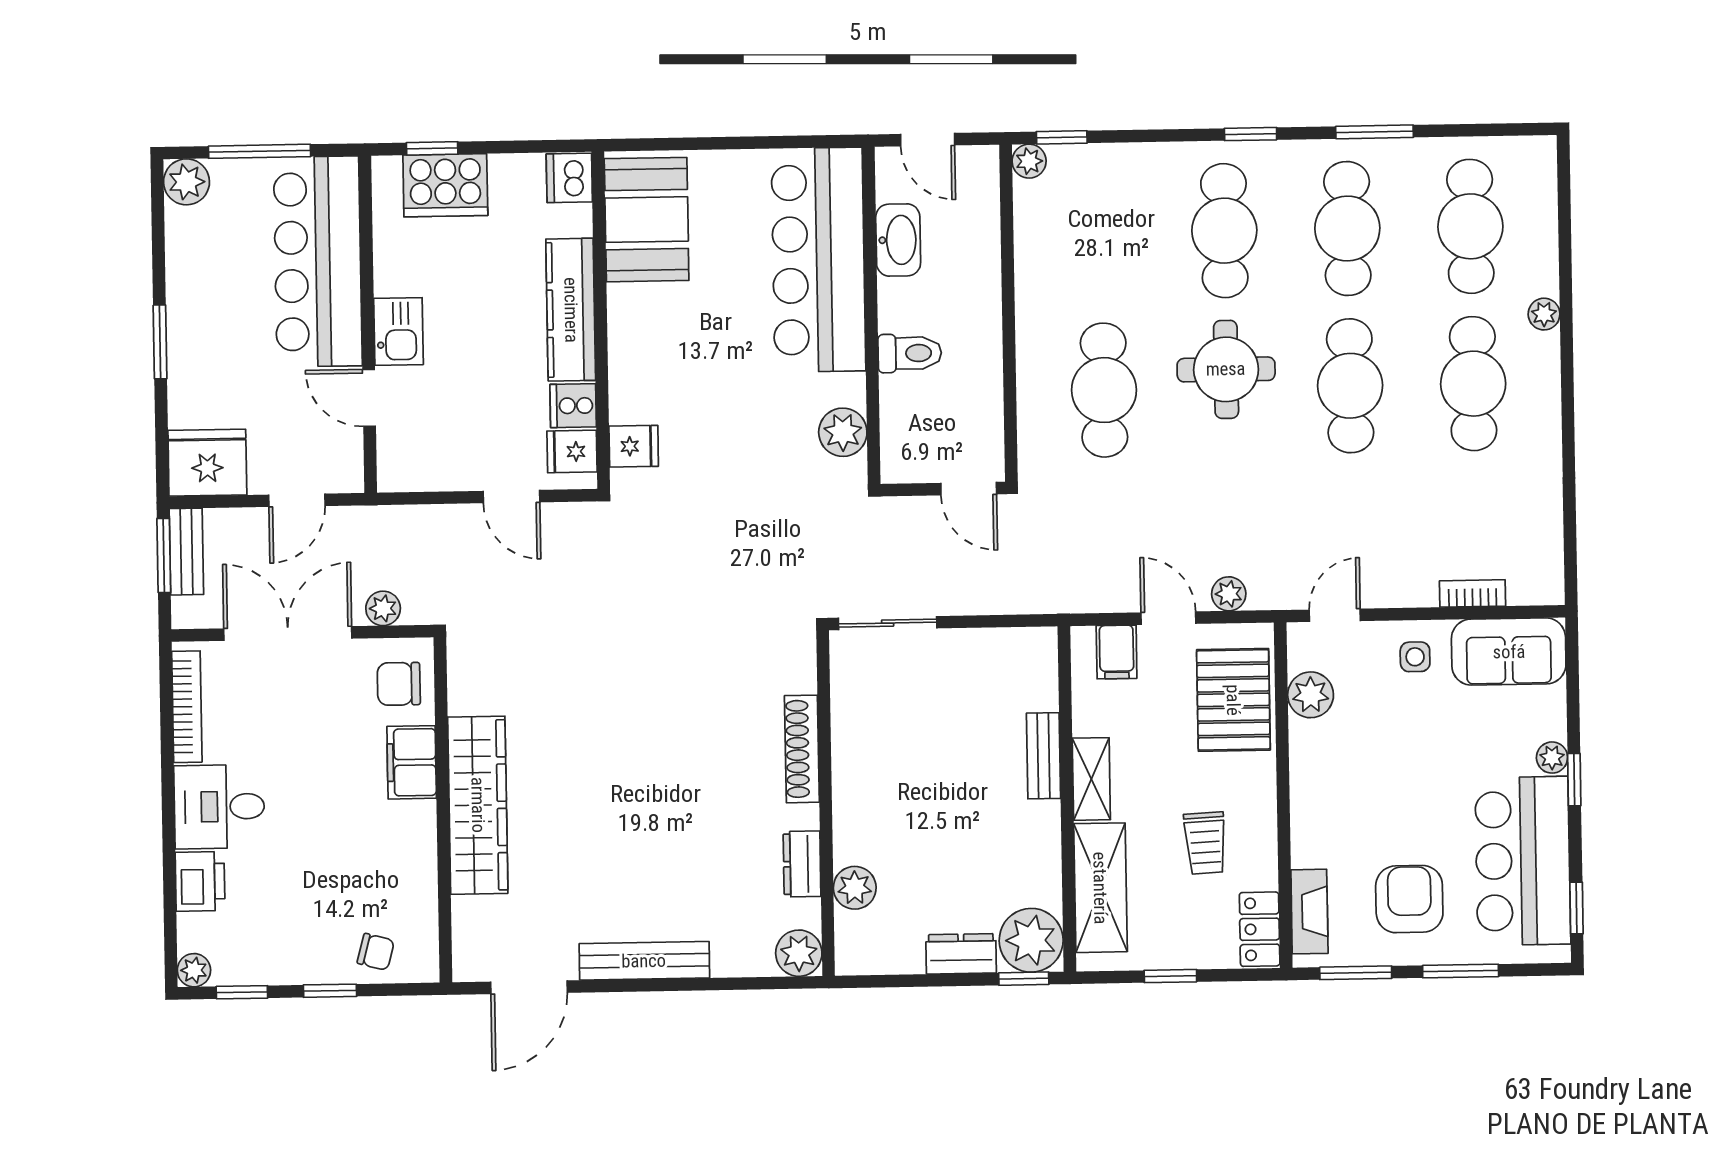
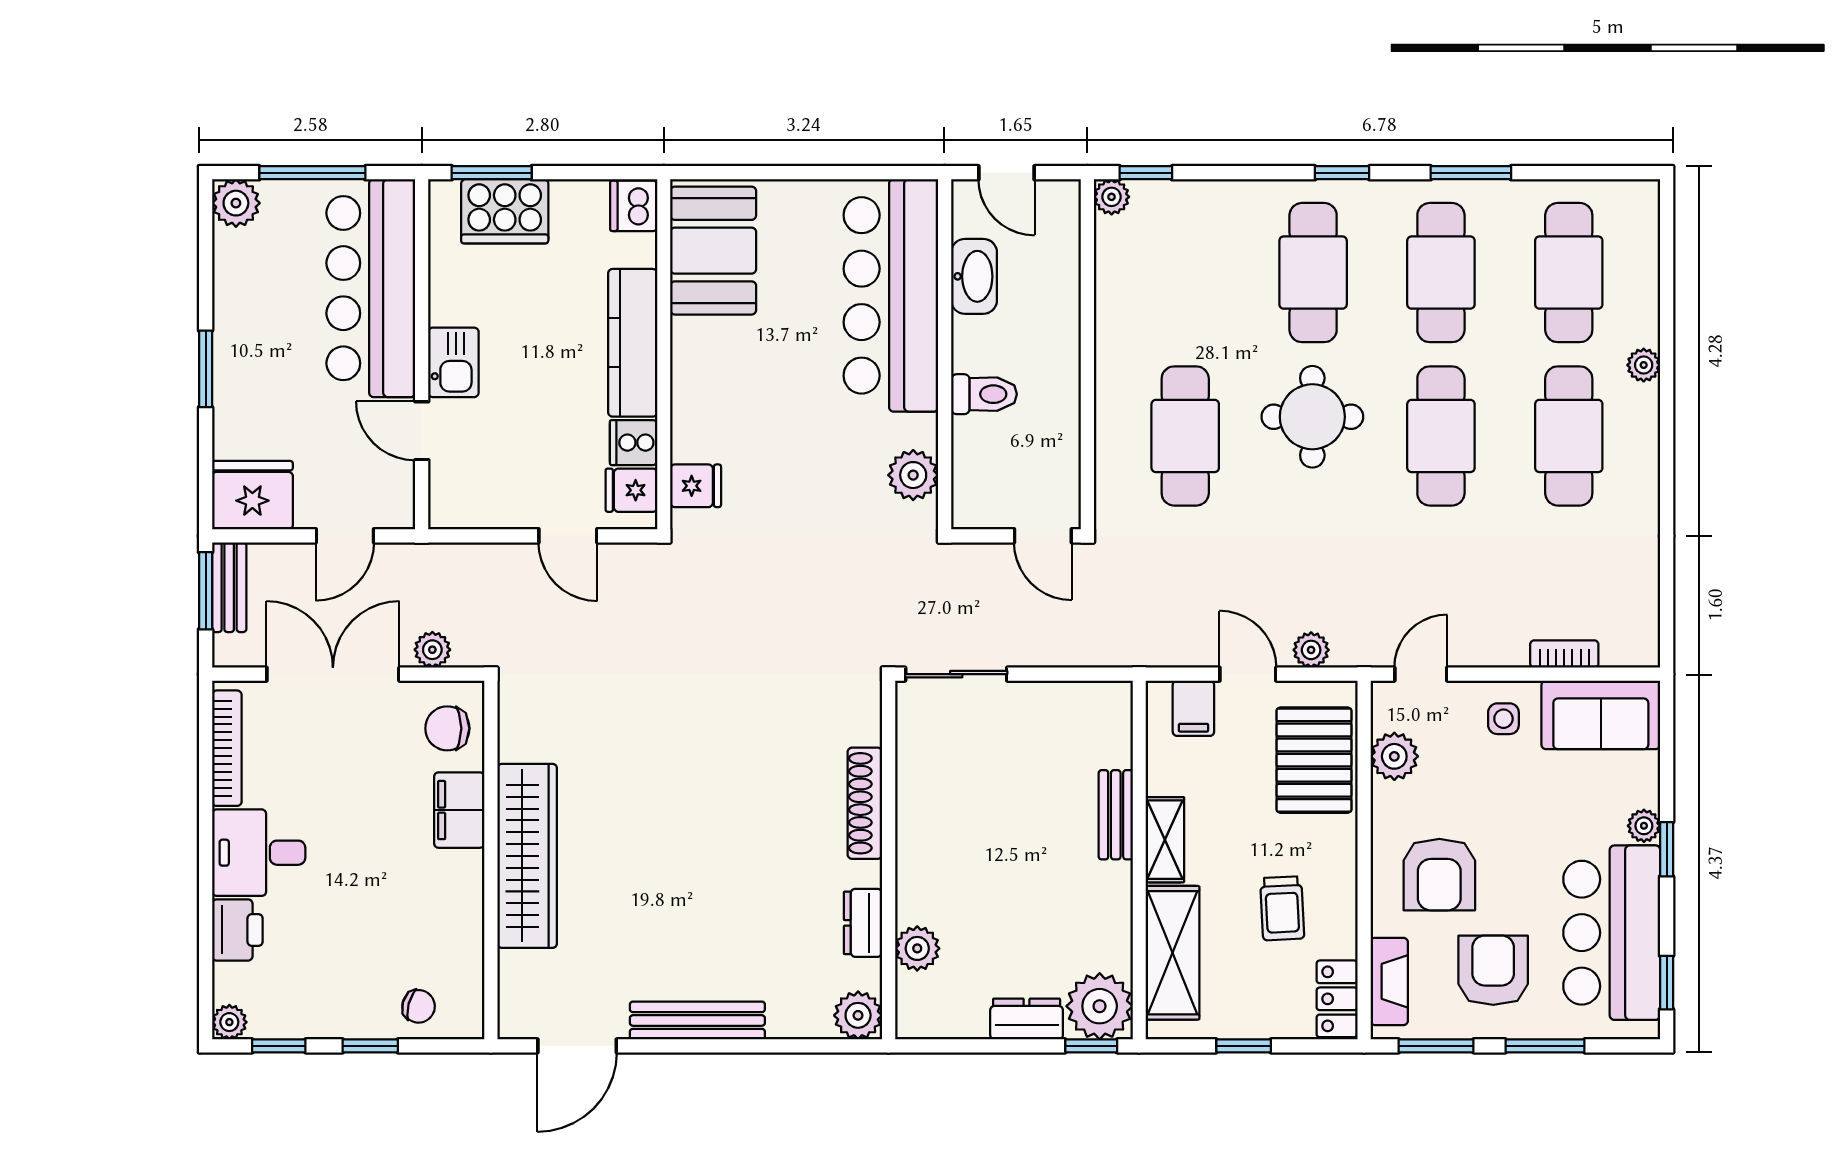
window: (432, 148) -> (492, 173), width x1.50
armchair: (1356, 808) -> (1439, 875), added

